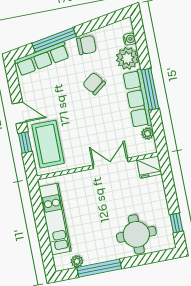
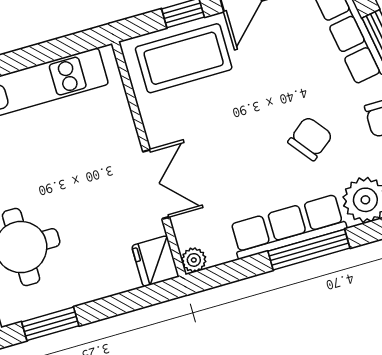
plant: (148, 134) -> (194, 260), moved
window: (176, 223) -> (50, 324), width x1.50

